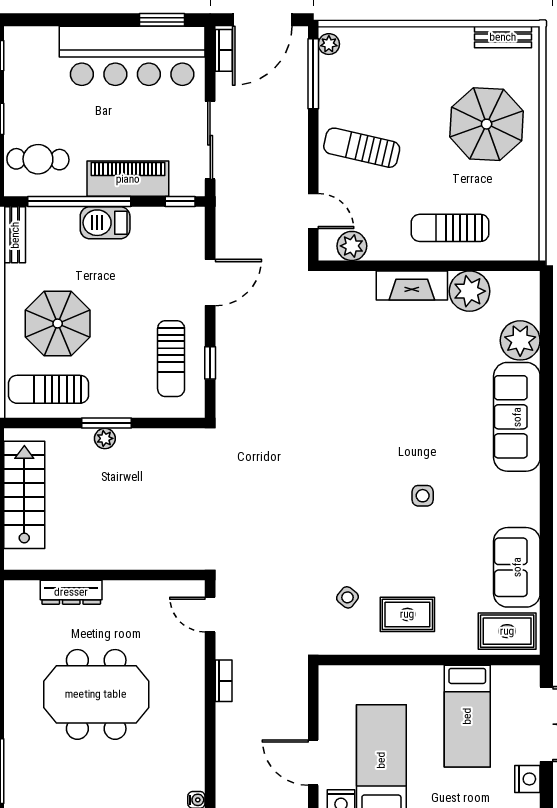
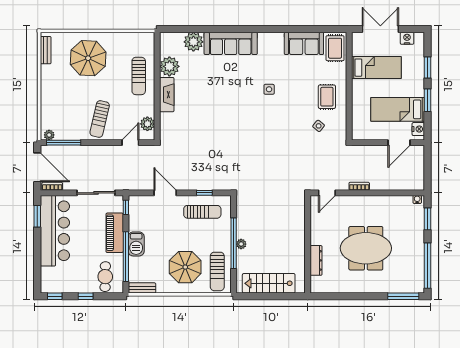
window: (106, 423) -> (234, 243), width x2.11
meeting table: (96, 694) -> (366, 248), turned 90

